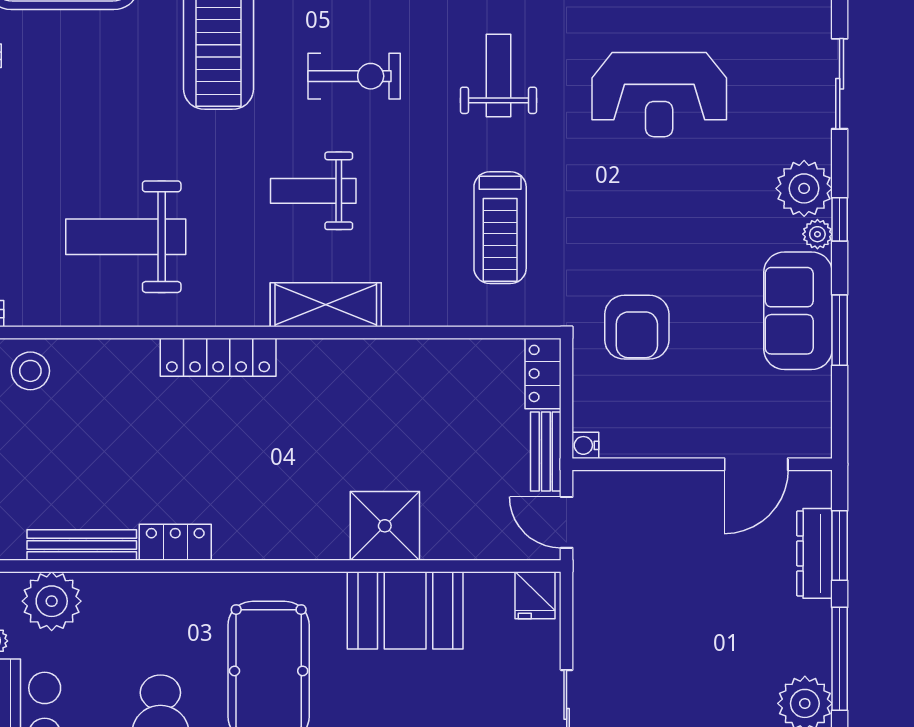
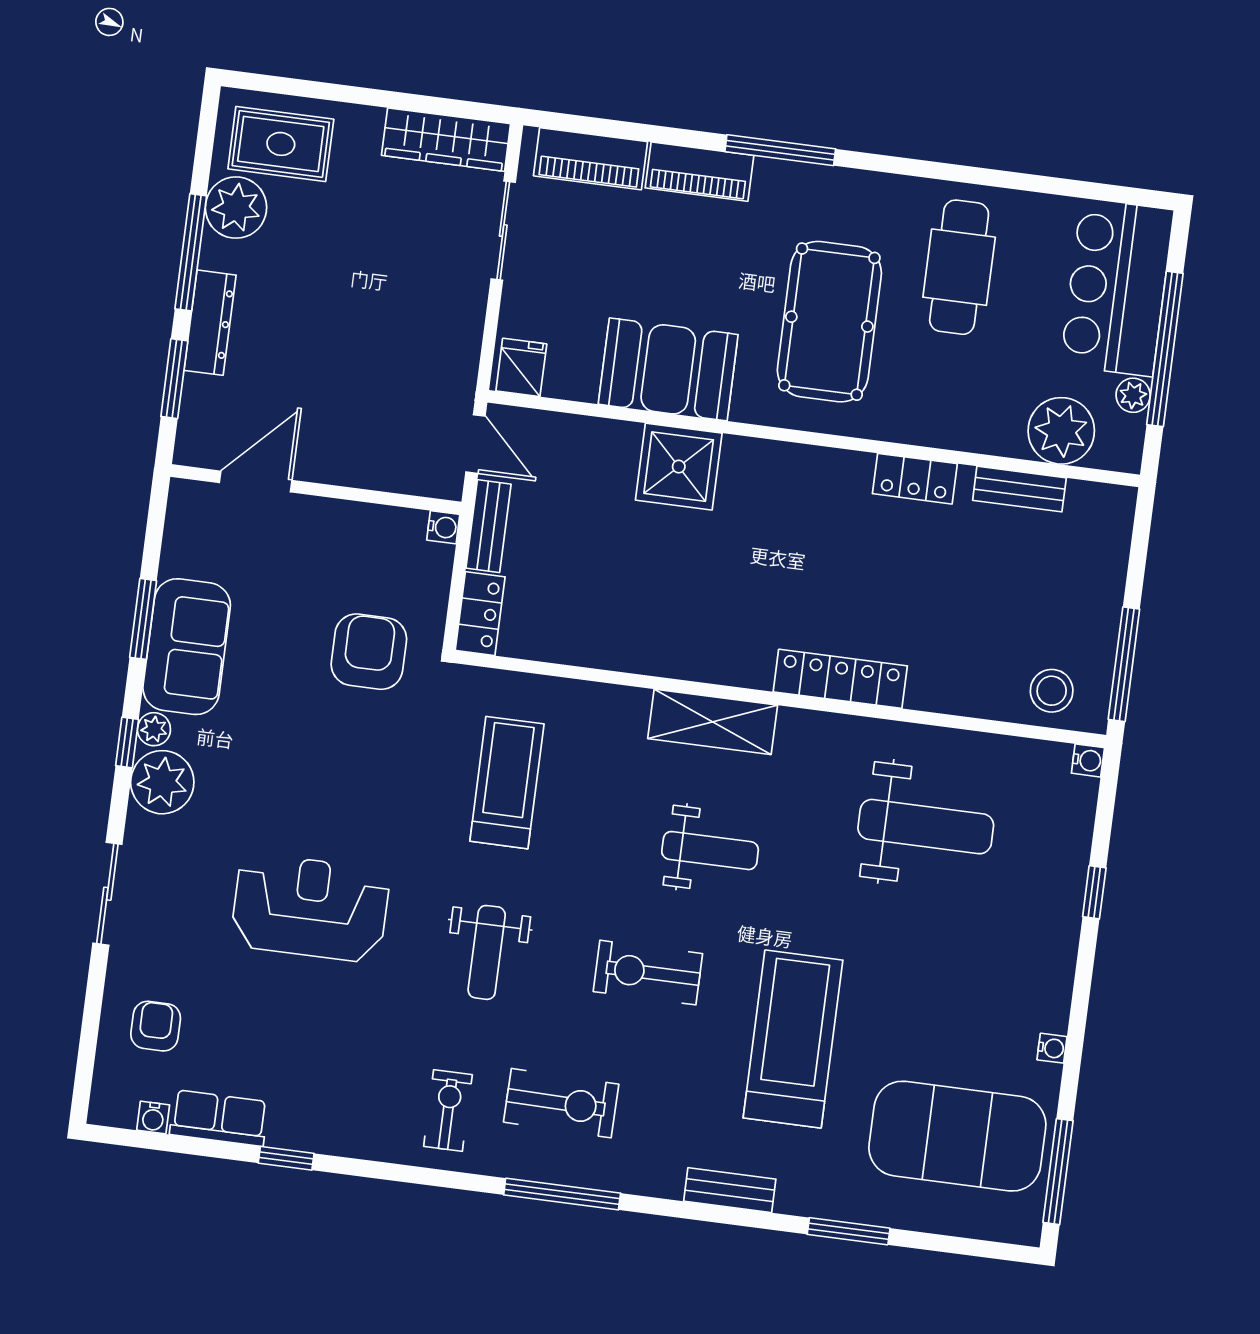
bench: (82, 545) -> (1019, 489), width x0.73
dresser: (814, 553) -> (210, 323), moved

